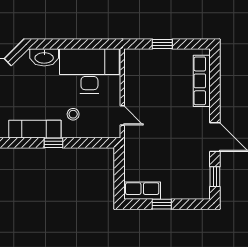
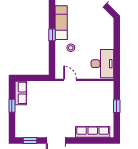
washbasin: (44, 57) -> (108, 29), removed
desk: (89, 71) -> (102, 64), width x0.73, depth x0.77
door: (122, 115) -> (70, 80), swing flipped

